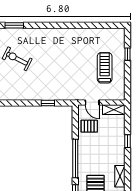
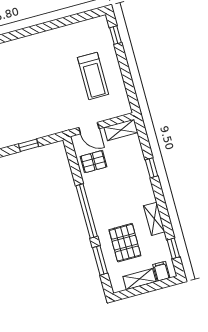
window: (127, 54) -> (115, 35), moved
treadmill: (105, 68) -> (93, 76), turned 180

